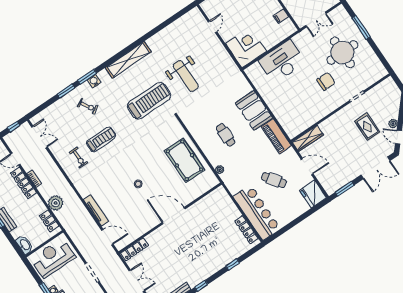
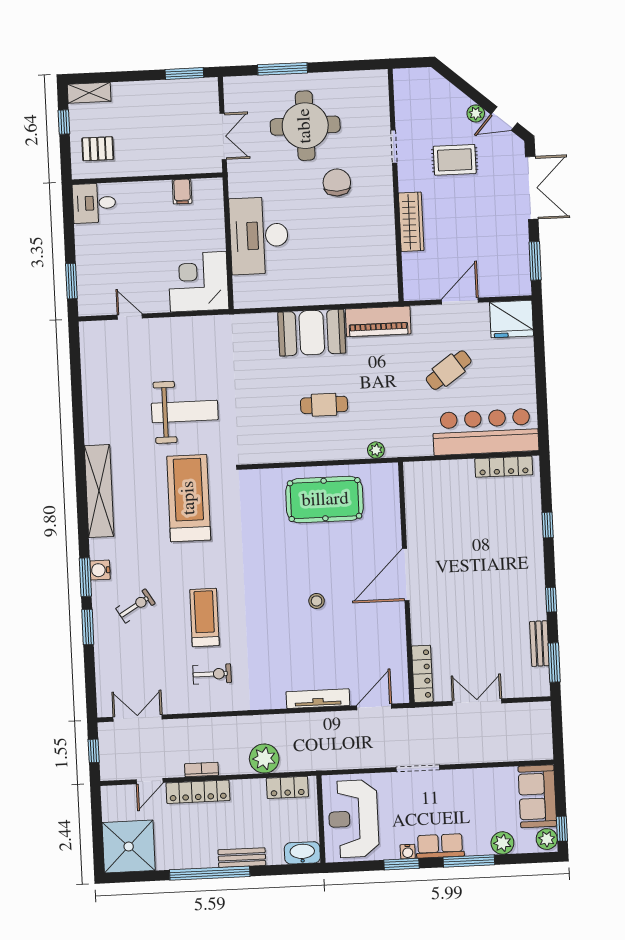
wardrobe: (308, 138) -> (411, 222), moved

